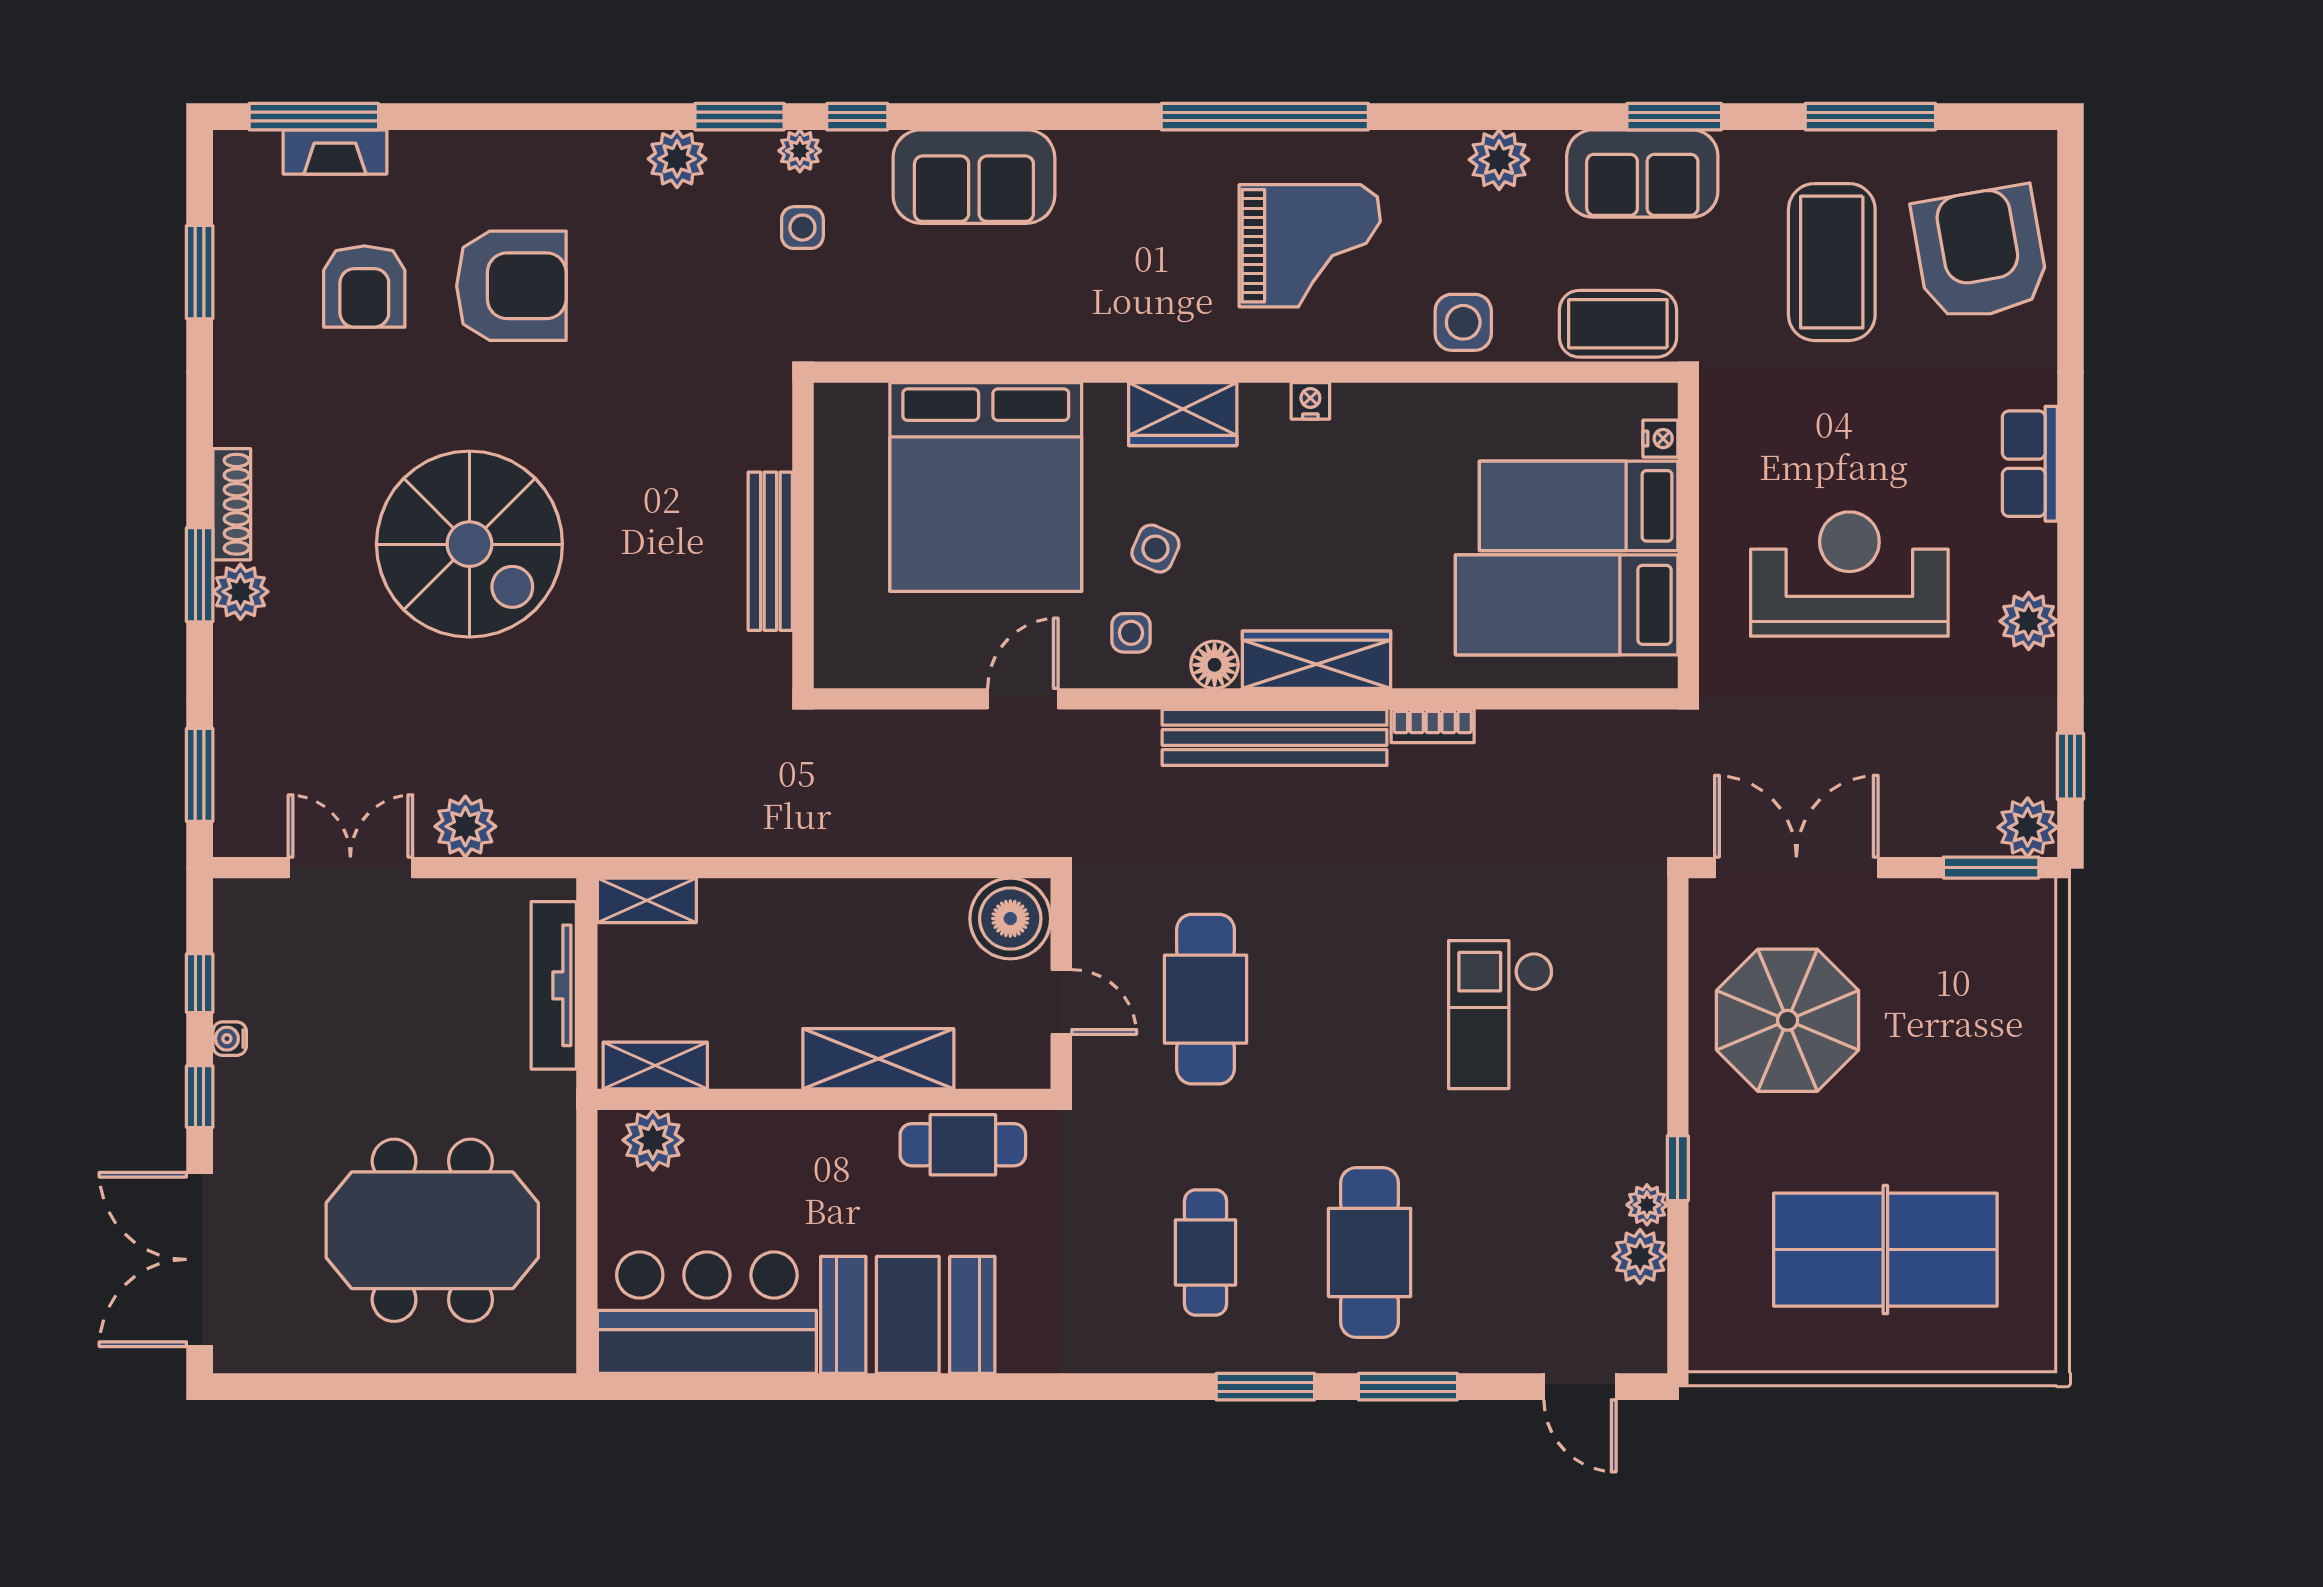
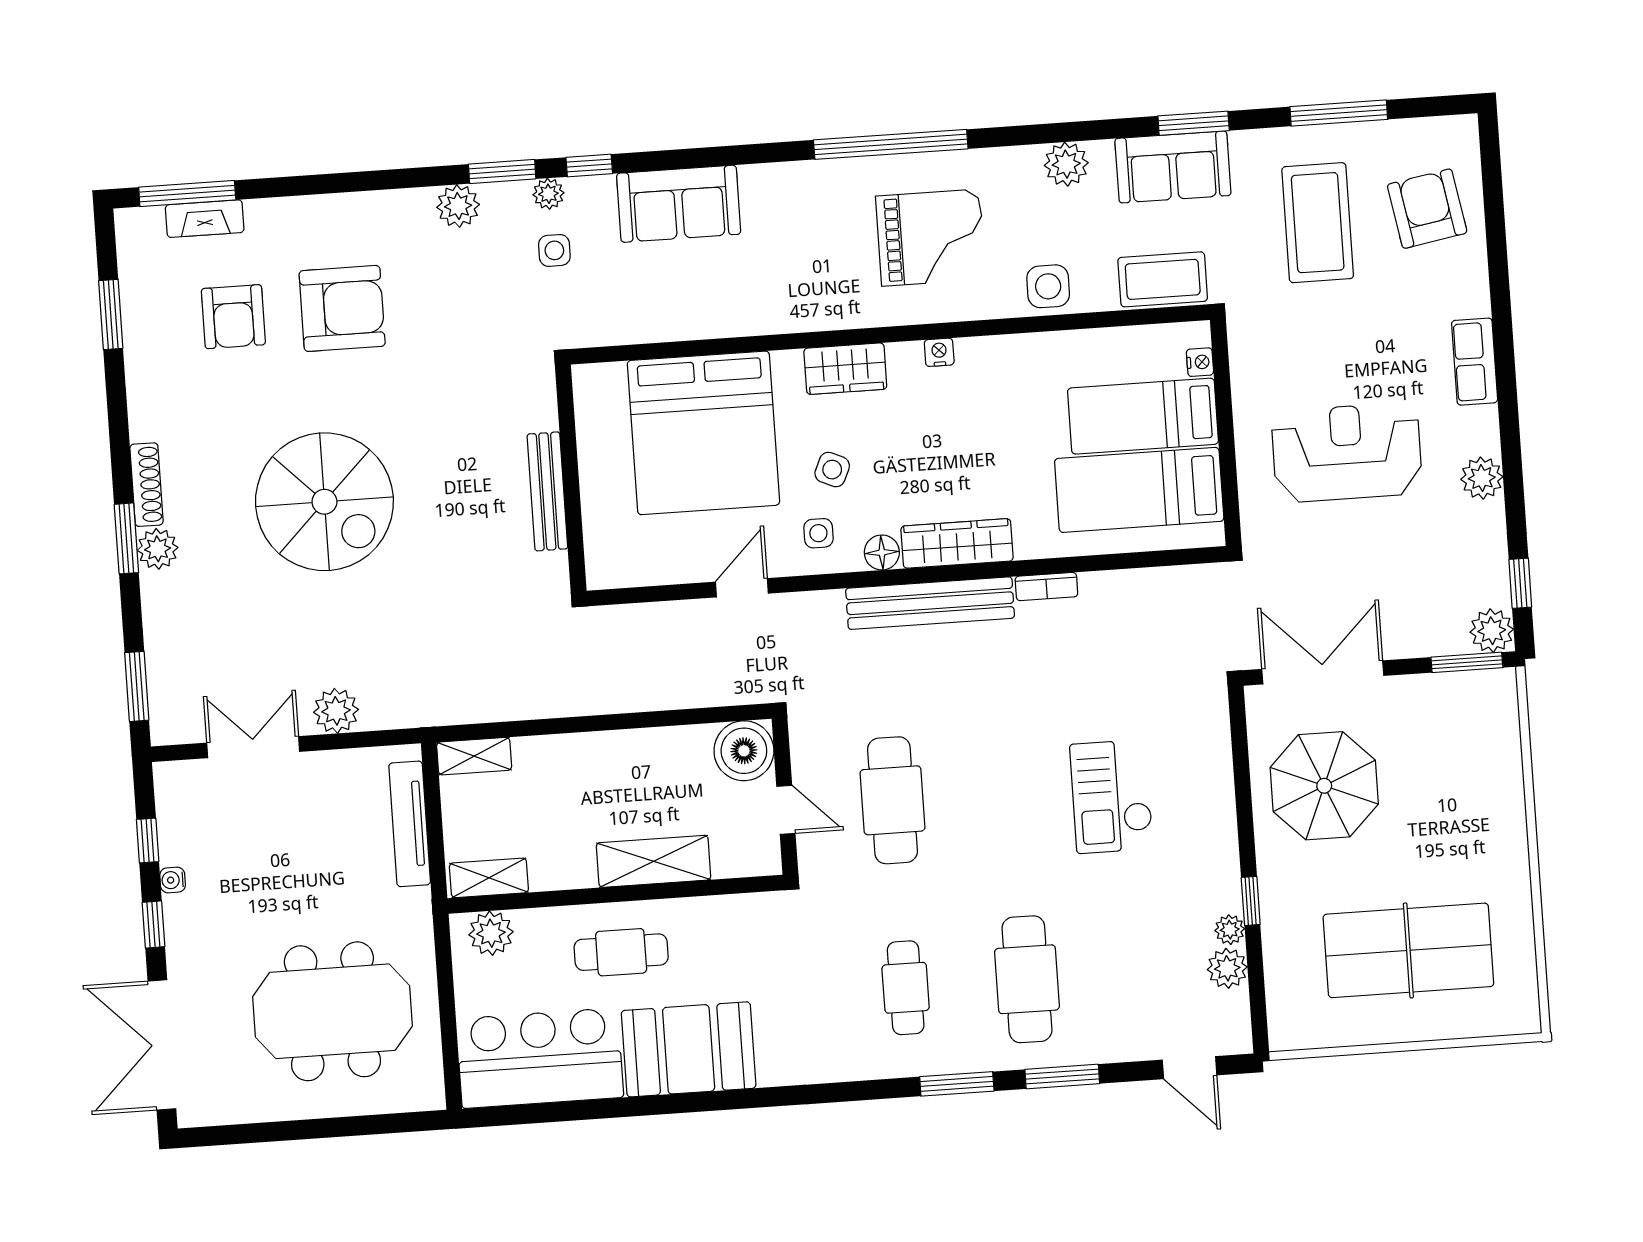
armchair: (1980, 254) -> (1427, 209), width x0.73, depth x0.73
cafe table: (963, 1145) -> (621, 952), moved

